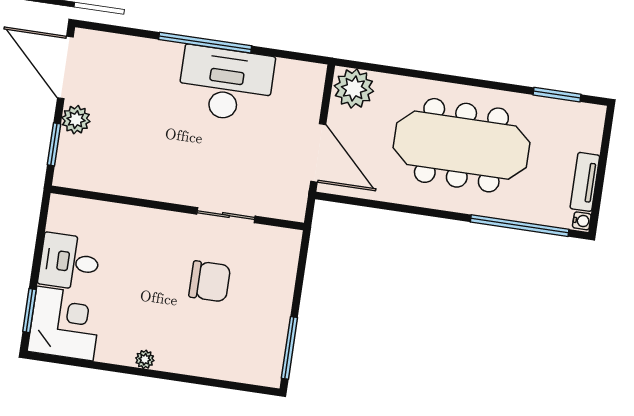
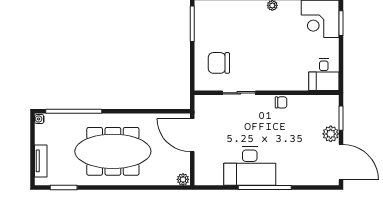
plant: (354, 89) -> (183, 179), width x0.53, depth x0.53
tv unit: (585, 182) -> (41, 161), moved
chair: (155, 187) -> (281, 102), added
desk: (69, 262) -> (324, 75), moved, turned 90
chair: (210, 281) -> (219, 63), moved

